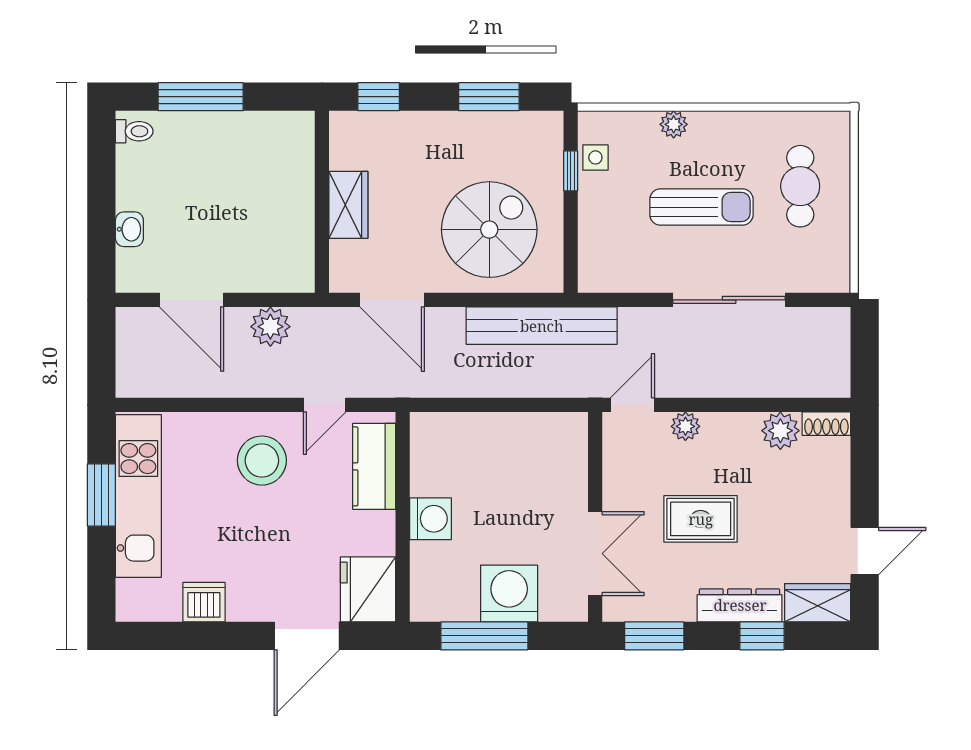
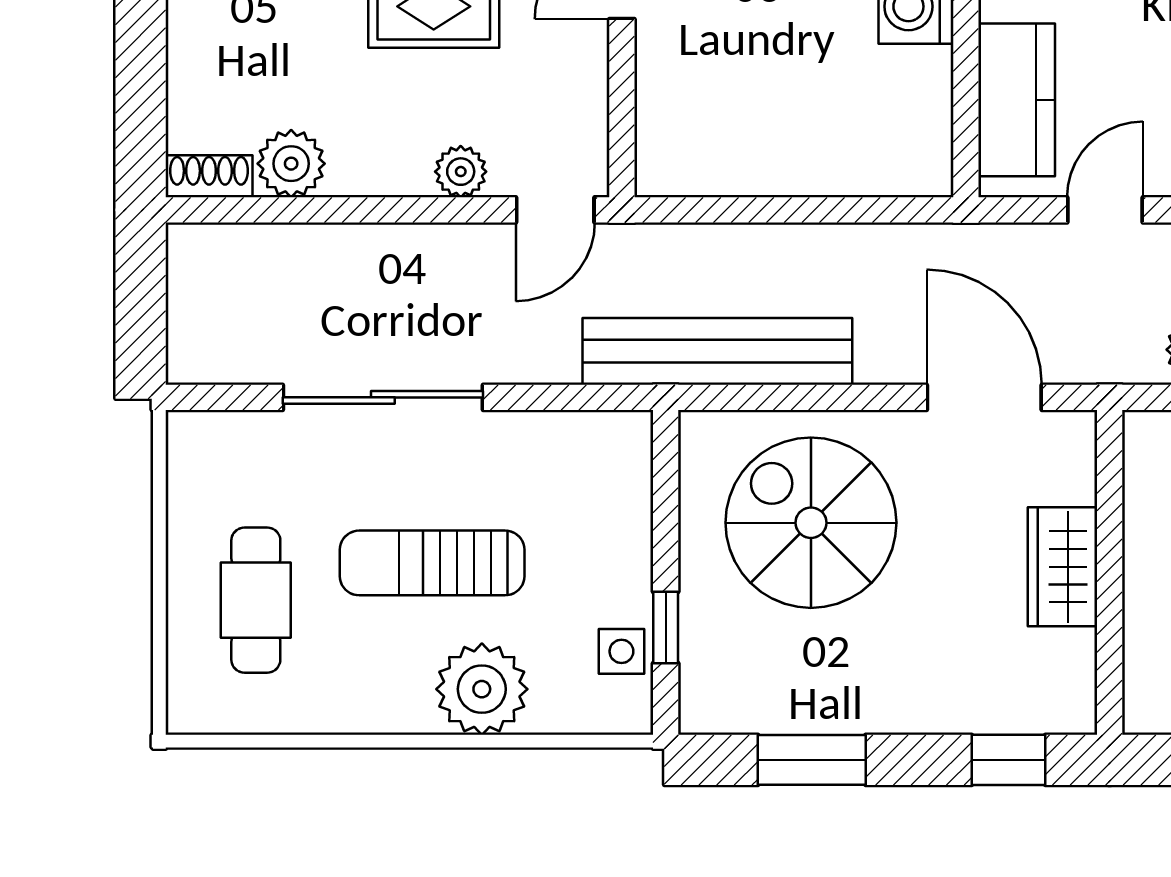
plant: (674, 124) -> (482, 689), width x1.88, depth x1.88
spiral stairs: (489, 230) -> (811, 523), turned 90

